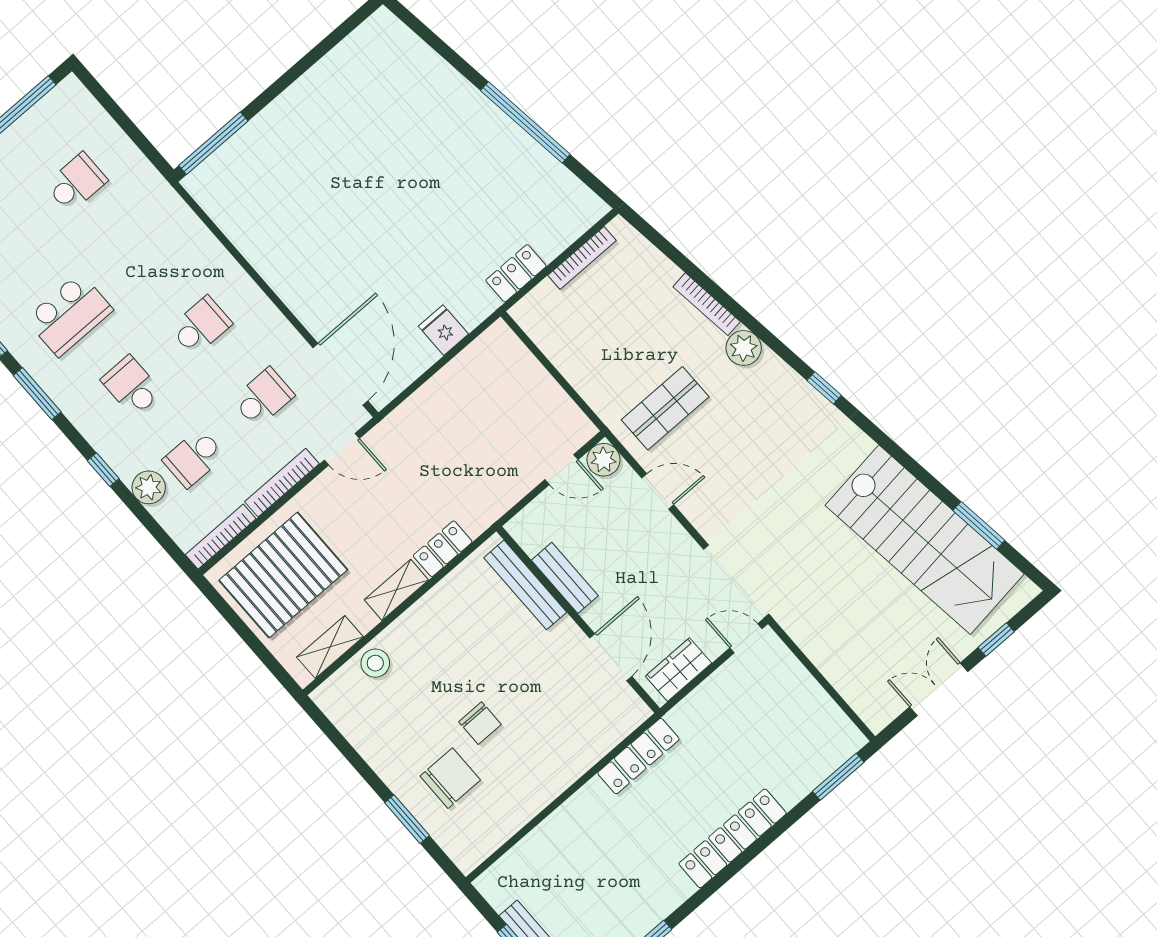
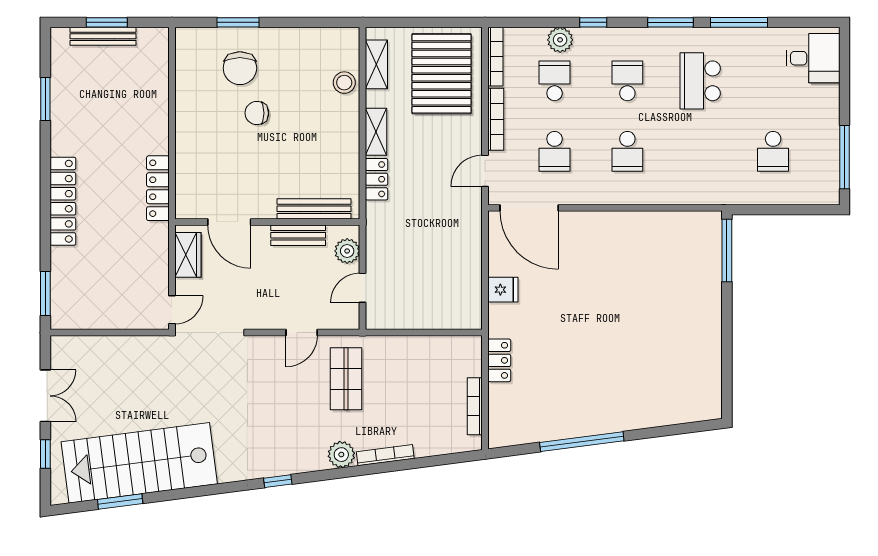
school desk: (132, 386) -> (627, 81), turned -90
plant: (603, 460) -> (347, 251), moved

